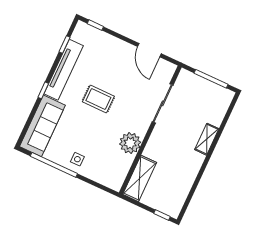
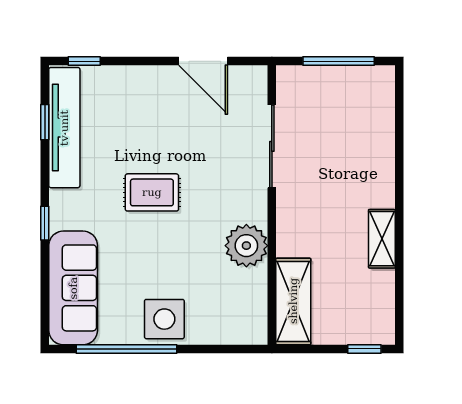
tv unit: (64, 70) -> (64, 128), moved
shelving: (207, 139) -> (382, 239), moved
side table: (77, 159) -> (164, 319), width x1.87, depth x1.87

